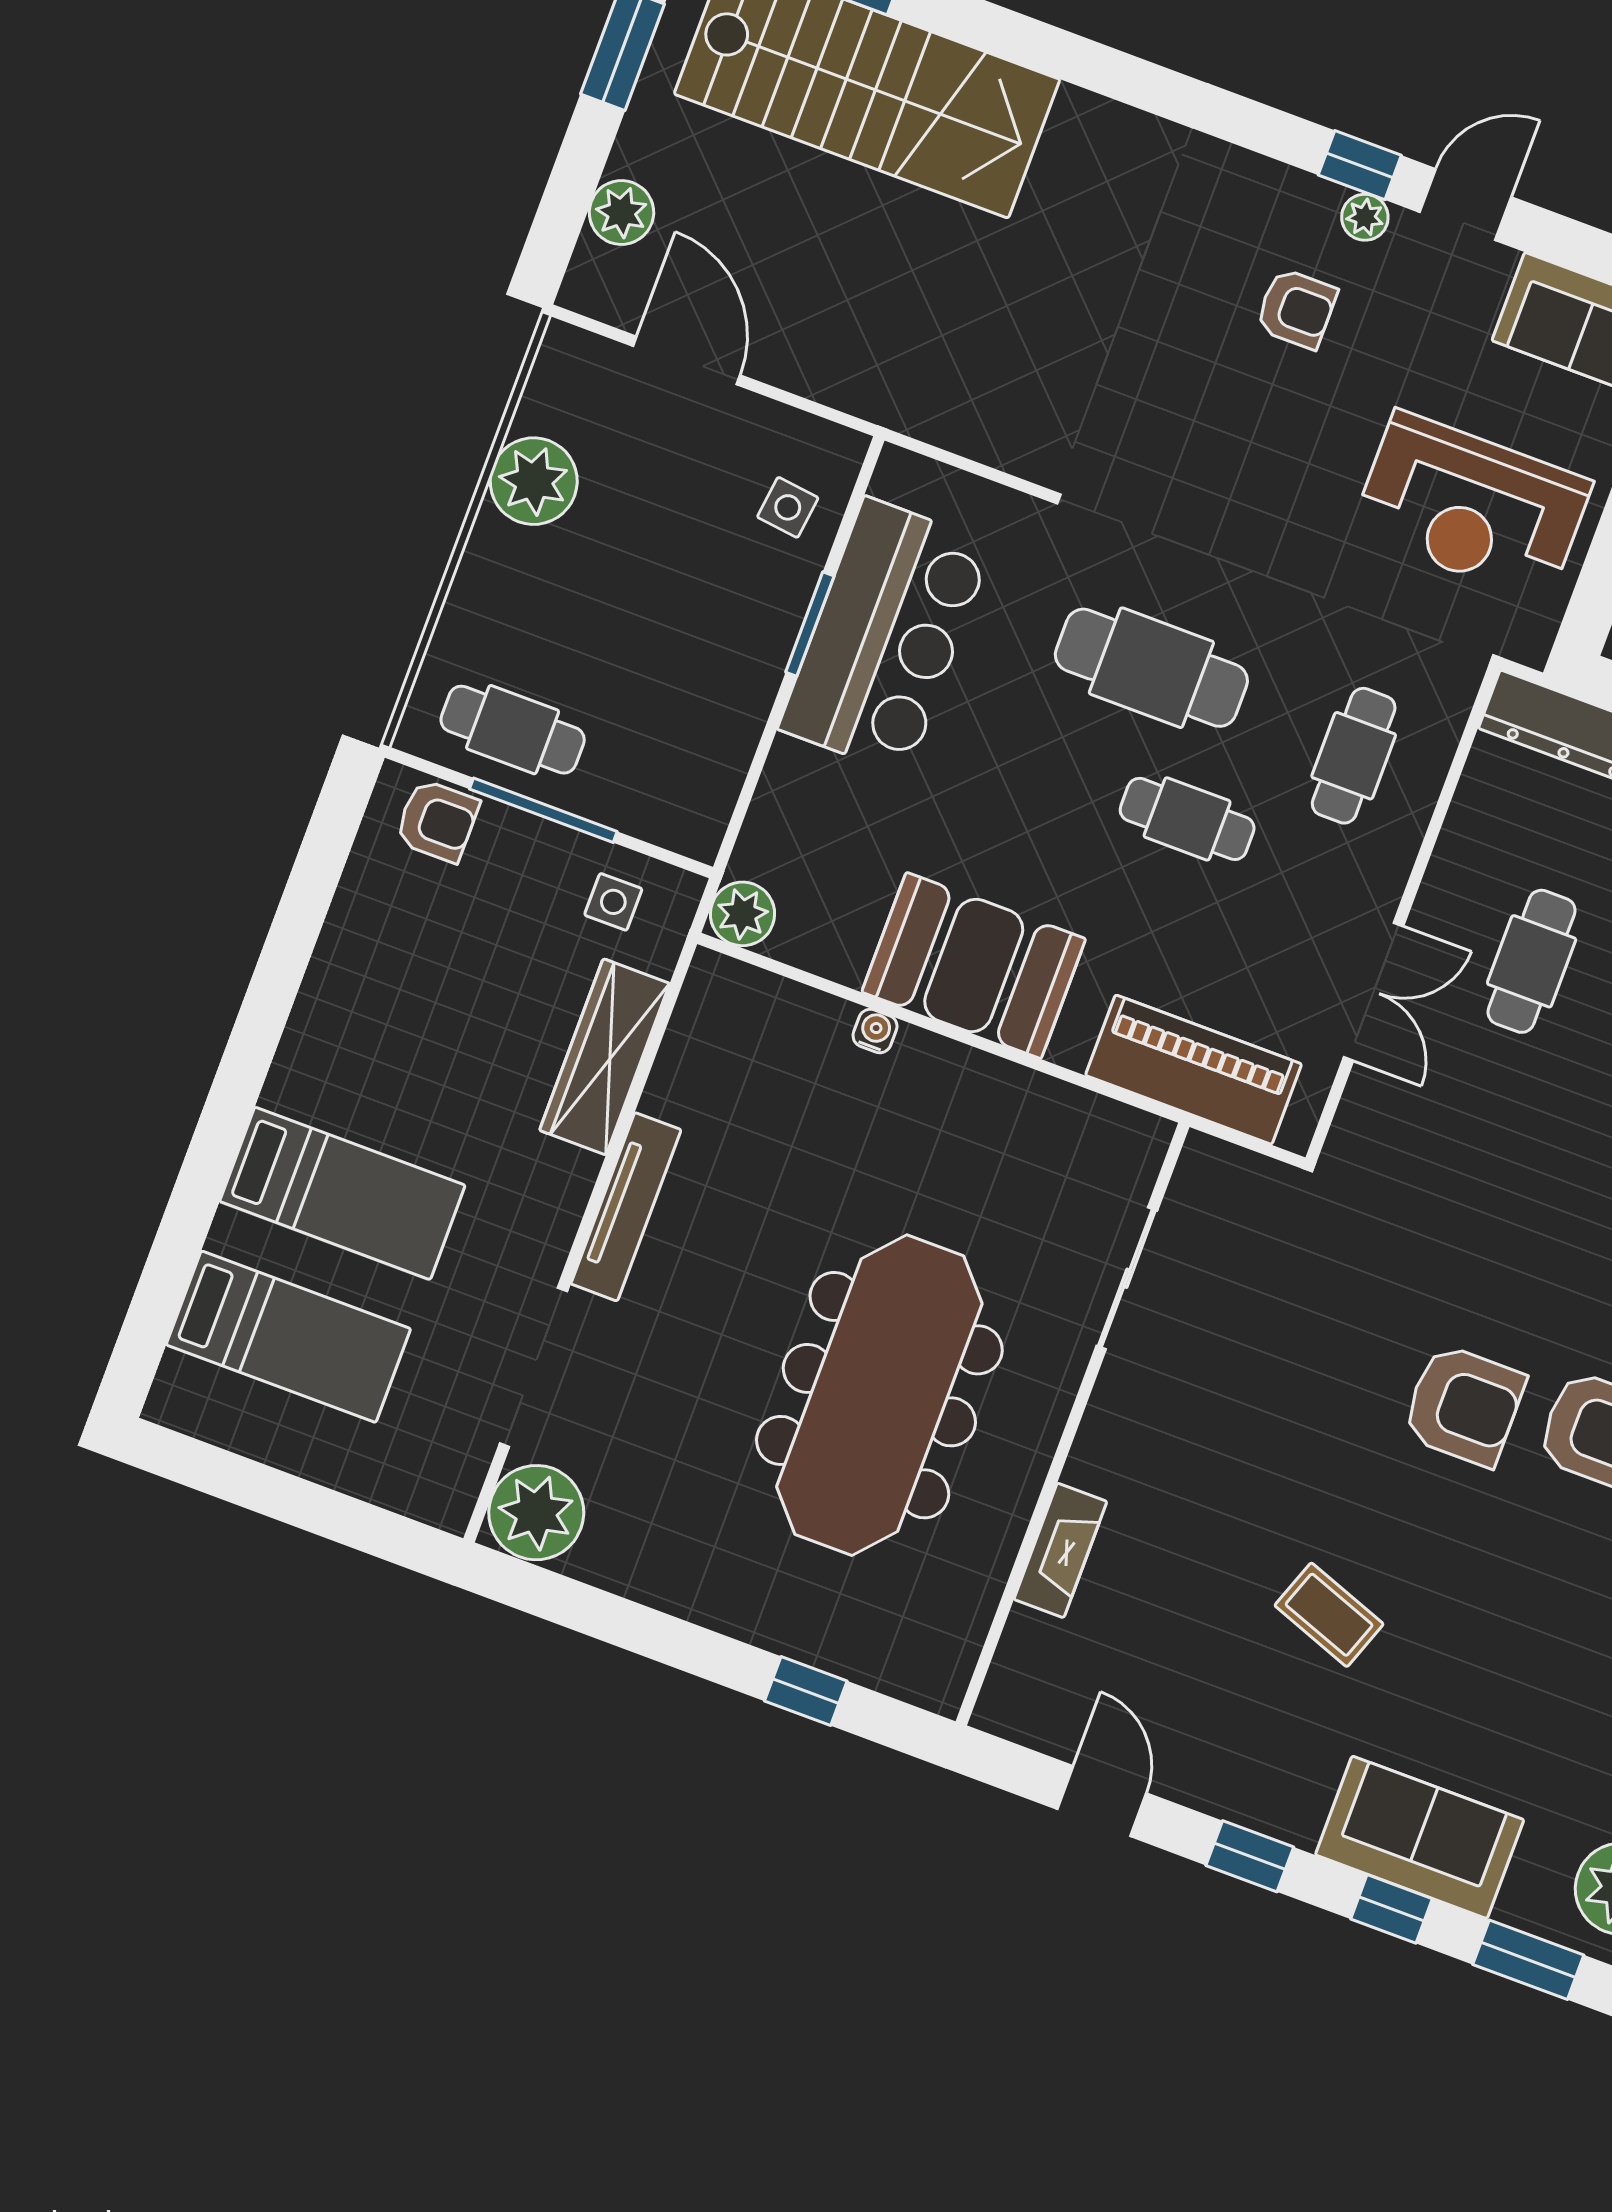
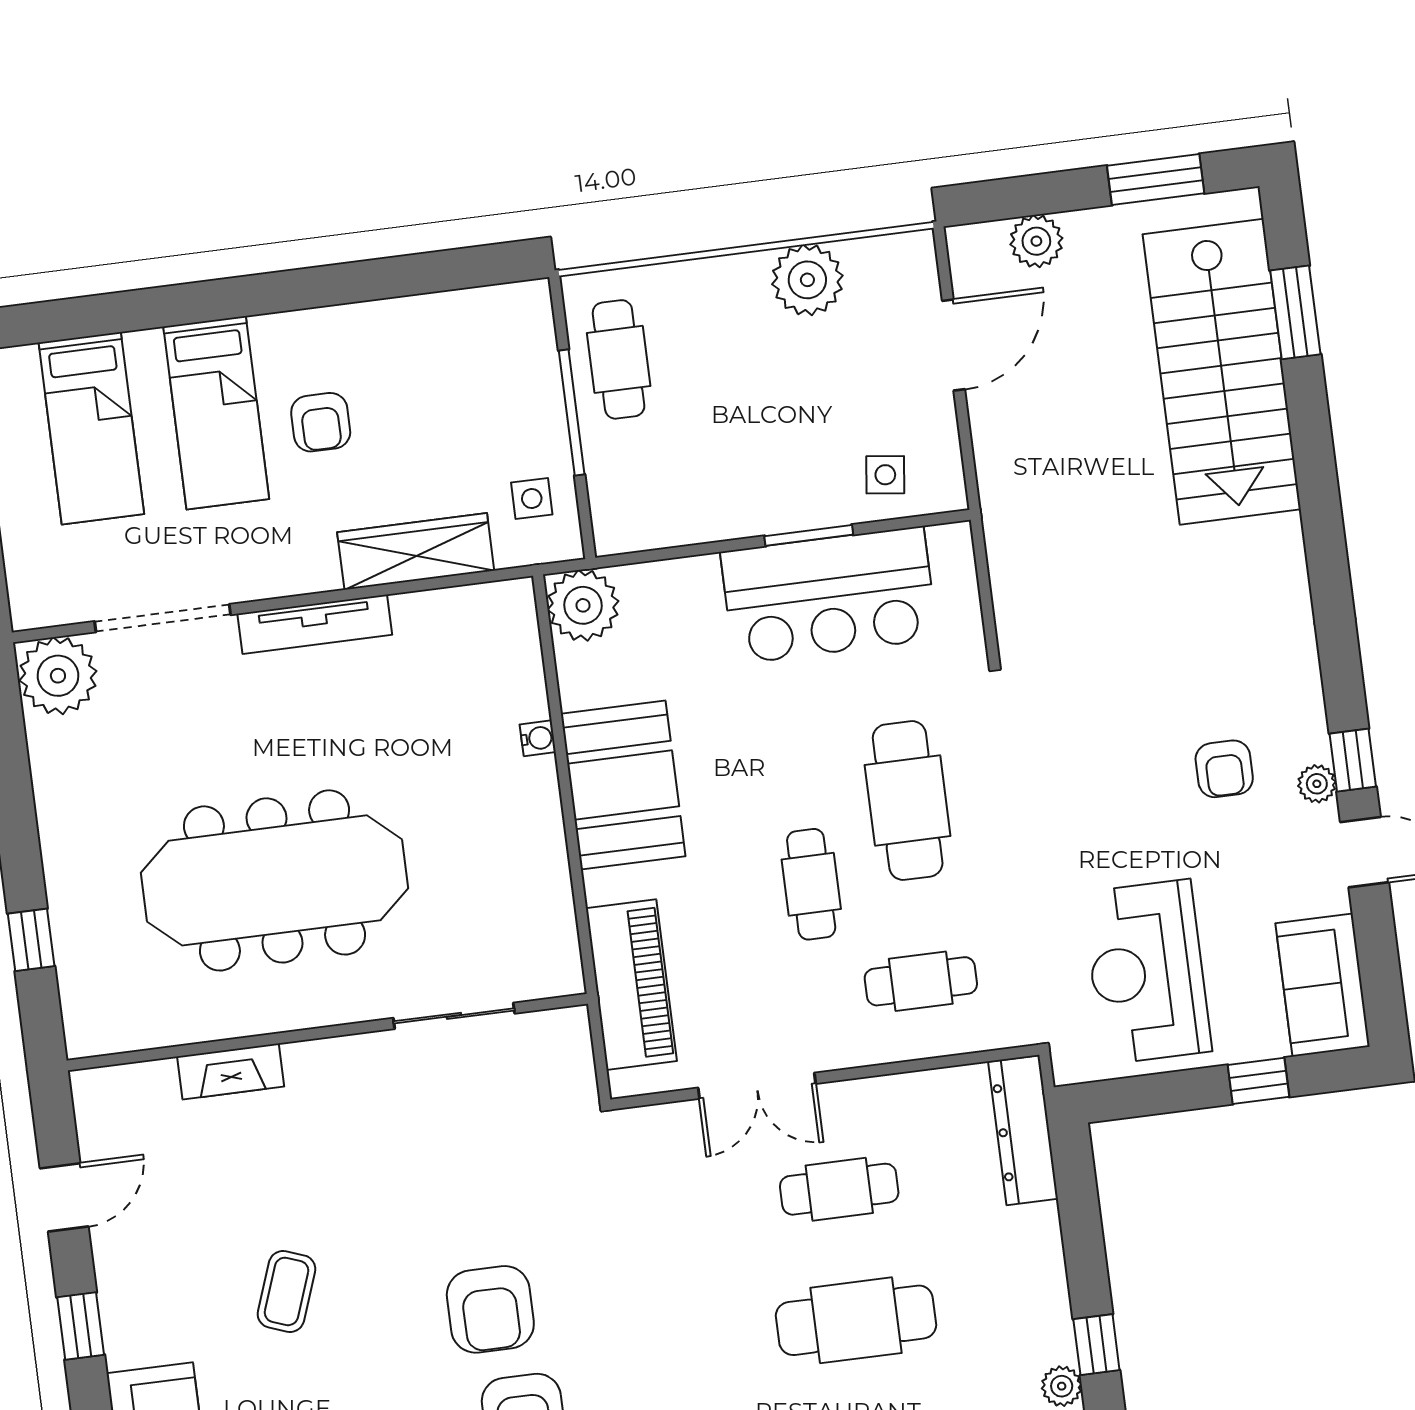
armchair: (437, 821) -> (321, 422), moved
plant: (742, 914) -> (583, 605), width x1.36, depth x1.36

